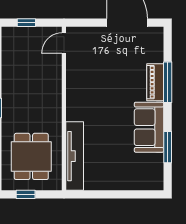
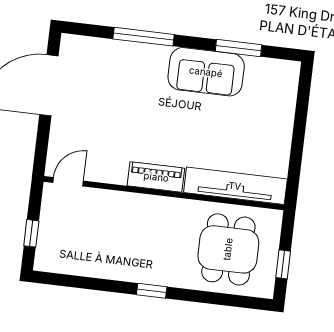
door: (64, 43) -> (68, 182), swing flipped
piano: (155, 82) -> (156, 177), moved, turned 180
dining table: (31, 156) -> (228, 249), turned 90

